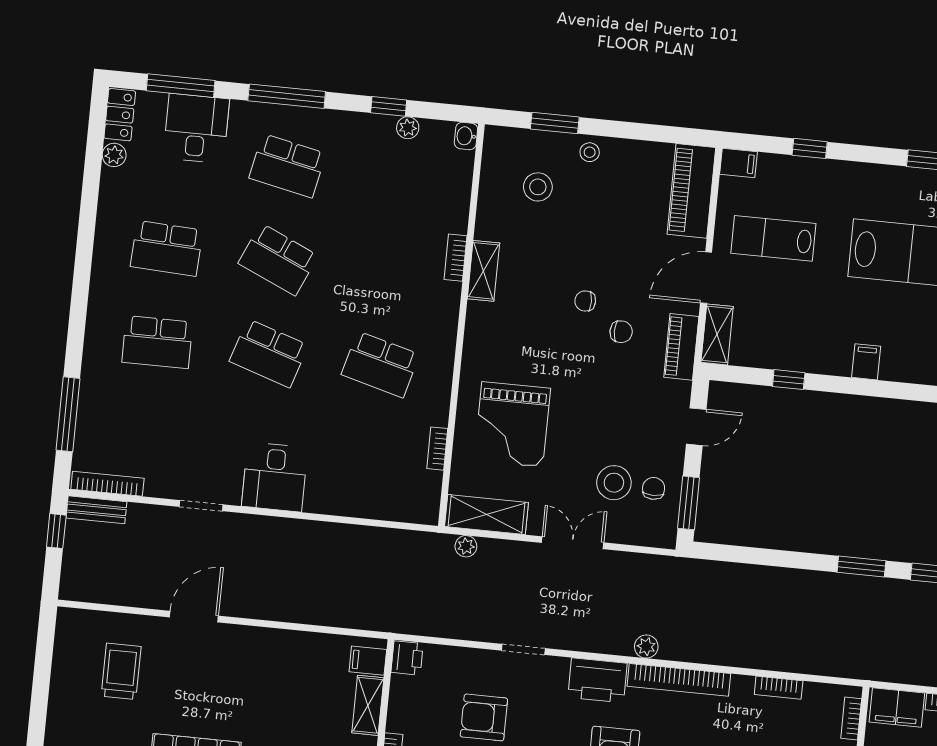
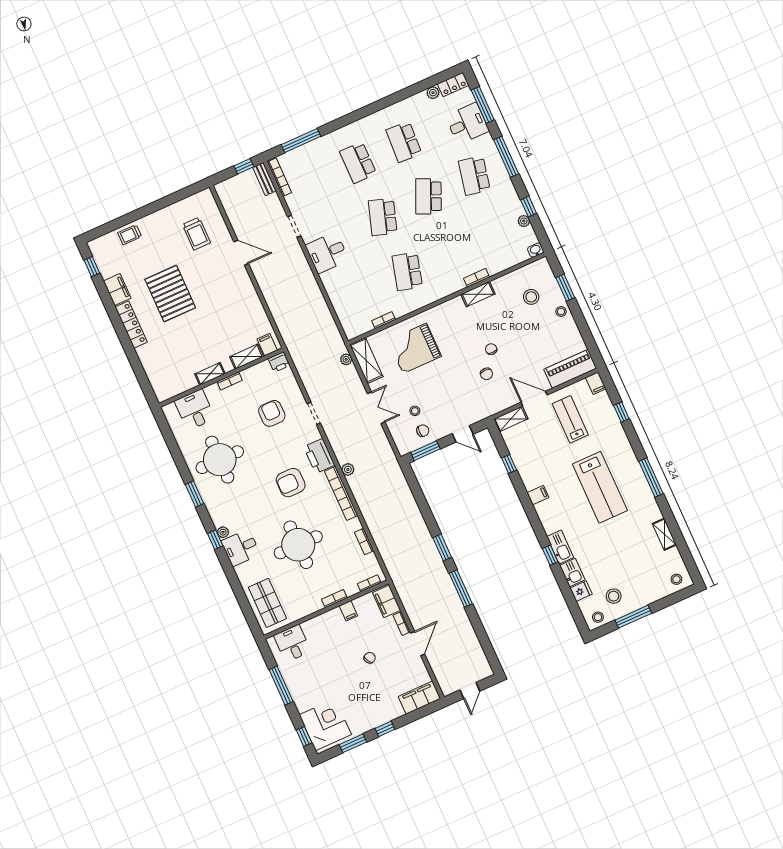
piano: (681, 347) -> (496, 406), removed
stool: (614, 483) -> (415, 411), width x0.53, depth x0.53
trolley: (121, 671) -> (196, 234), turned 90

